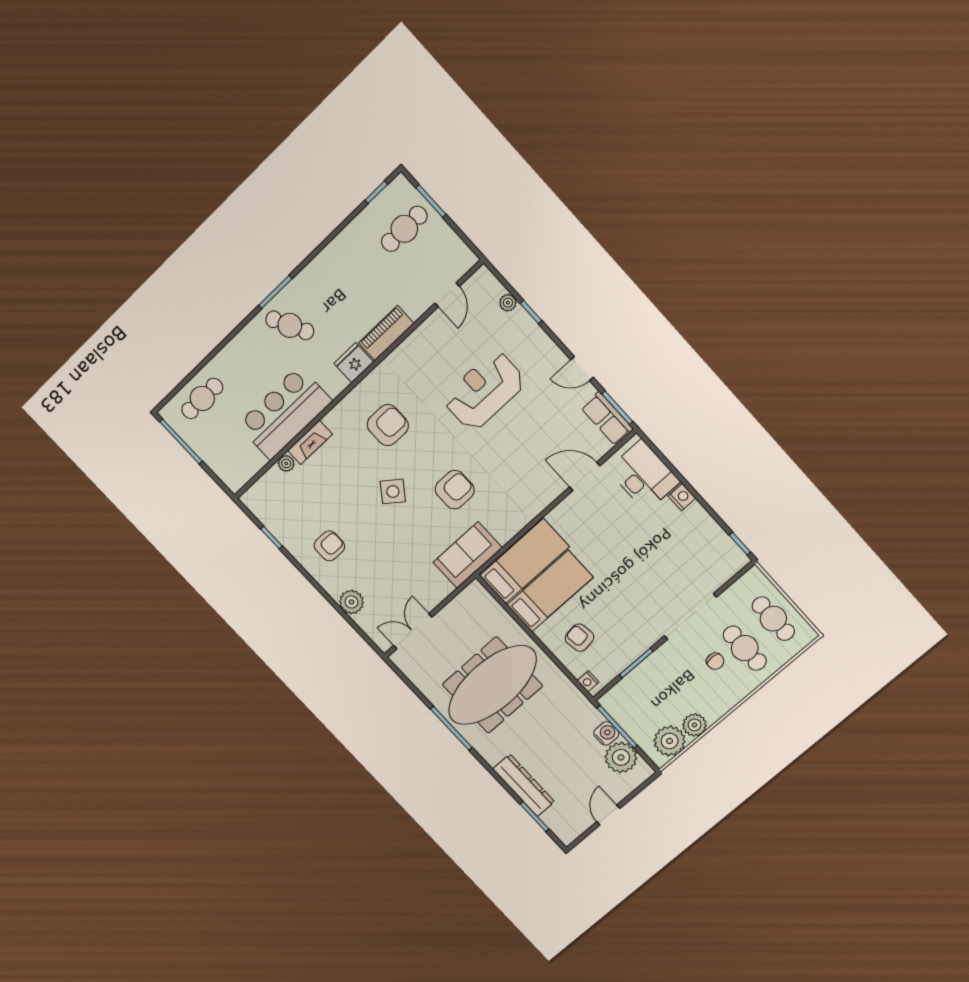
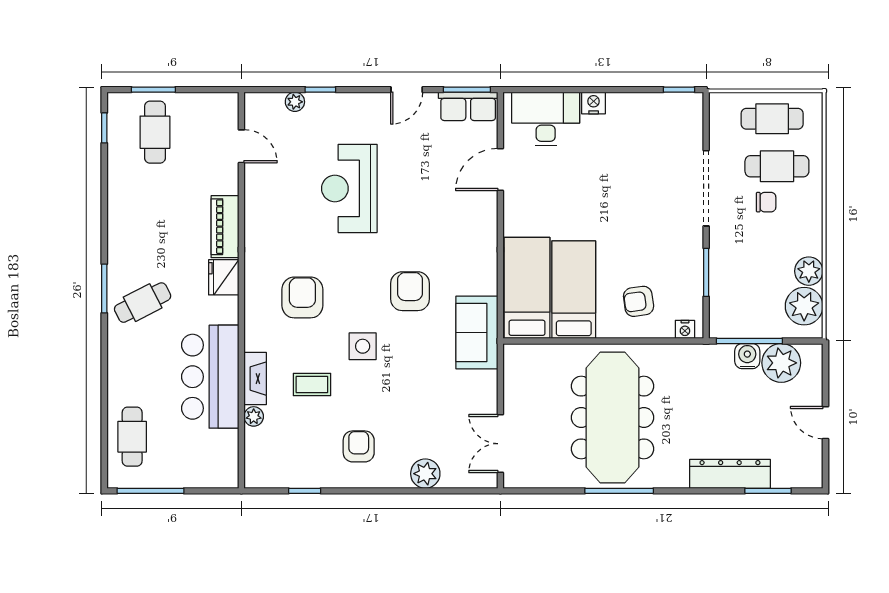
coffee table: (340, 482) -> (312, 384), added
side table: (393, 491) -> (363, 346), turned -37

